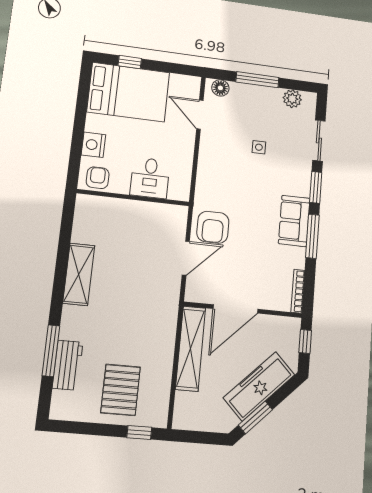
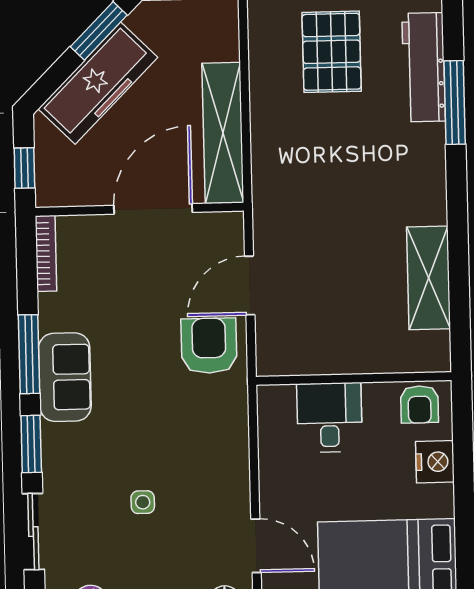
shelving: (79, 274) -> (429, 278), moved
workbench: (68, 365) -> (424, 67), width x1.38

